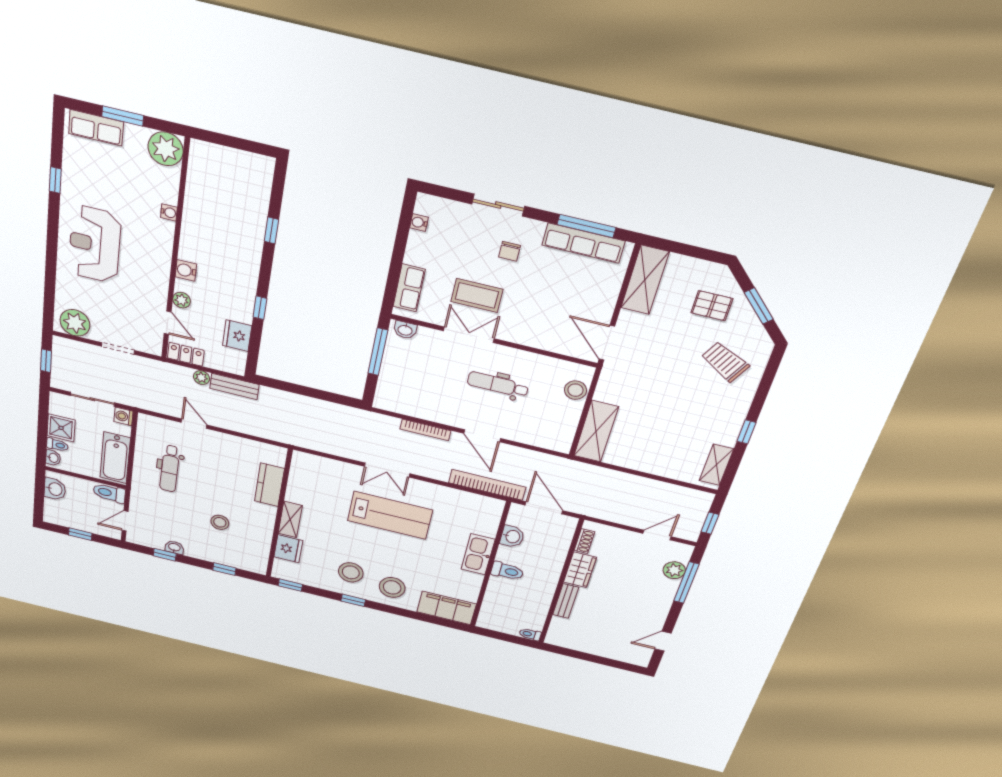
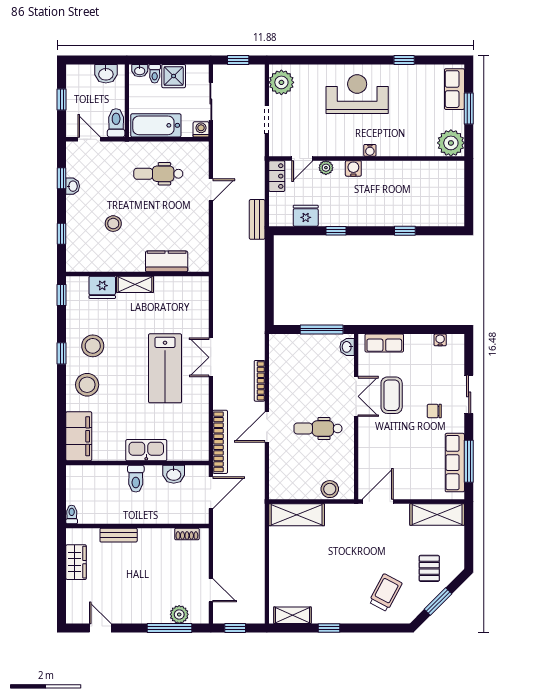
water cooler: (169, 212) -> (370, 150), moved
plant: (201, 378) -> (258, 191), removed
dental chair: (498, 385) -> (318, 428), turned -90
wardrobe: (580, 570) -> (76, 562), moved, turned -90

